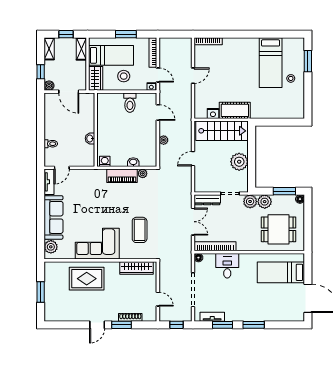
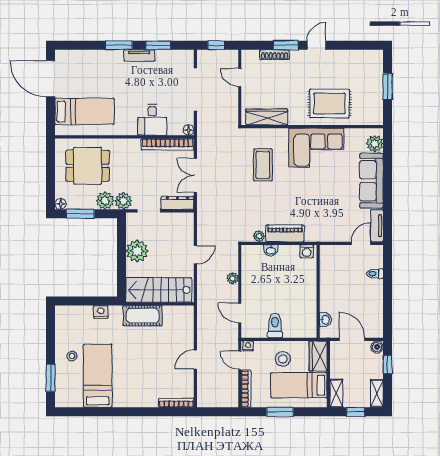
nightstand: (213, 113) -> (101, 312), moved
washbasin: (90, 138) -> (325, 320), moved
tv unit: (212, 317) -> (139, 56), moved

